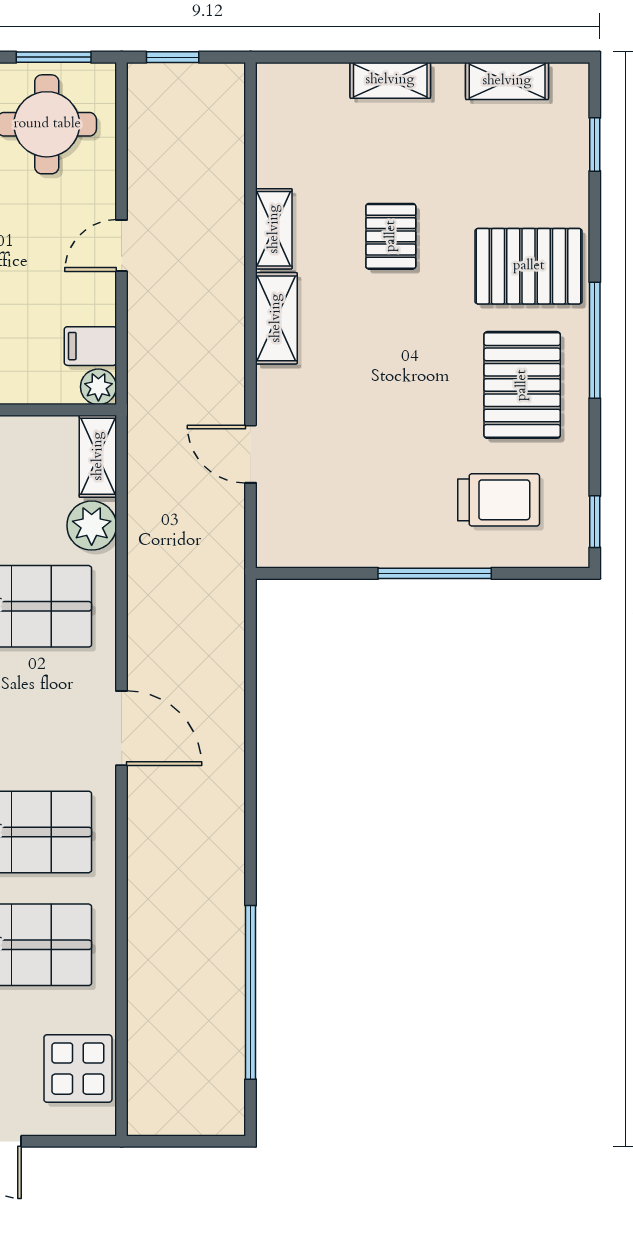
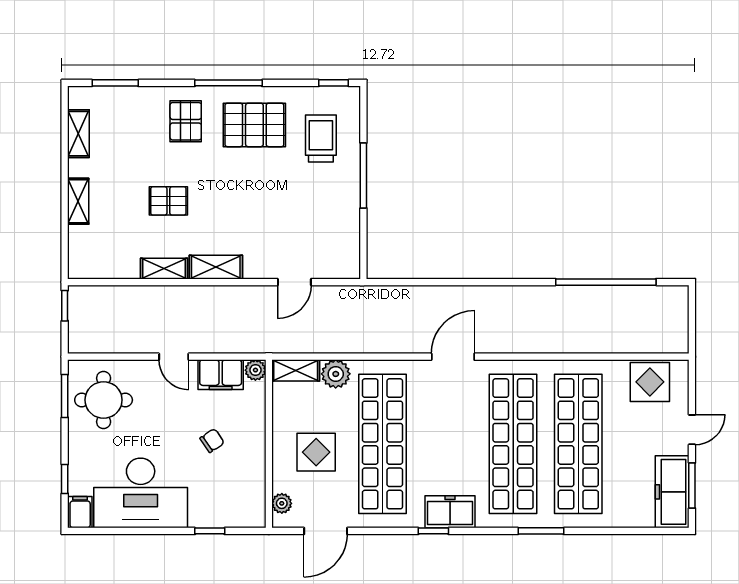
window: (173, 57) -> (65, 306), moved
window: (595, 144) -> (115, 83), width x1.50
pallet: (529, 266) -> (186, 121), width x0.67, depth x0.71
filing cabinet: (90, 346) -> (221, 375), width x2.00

